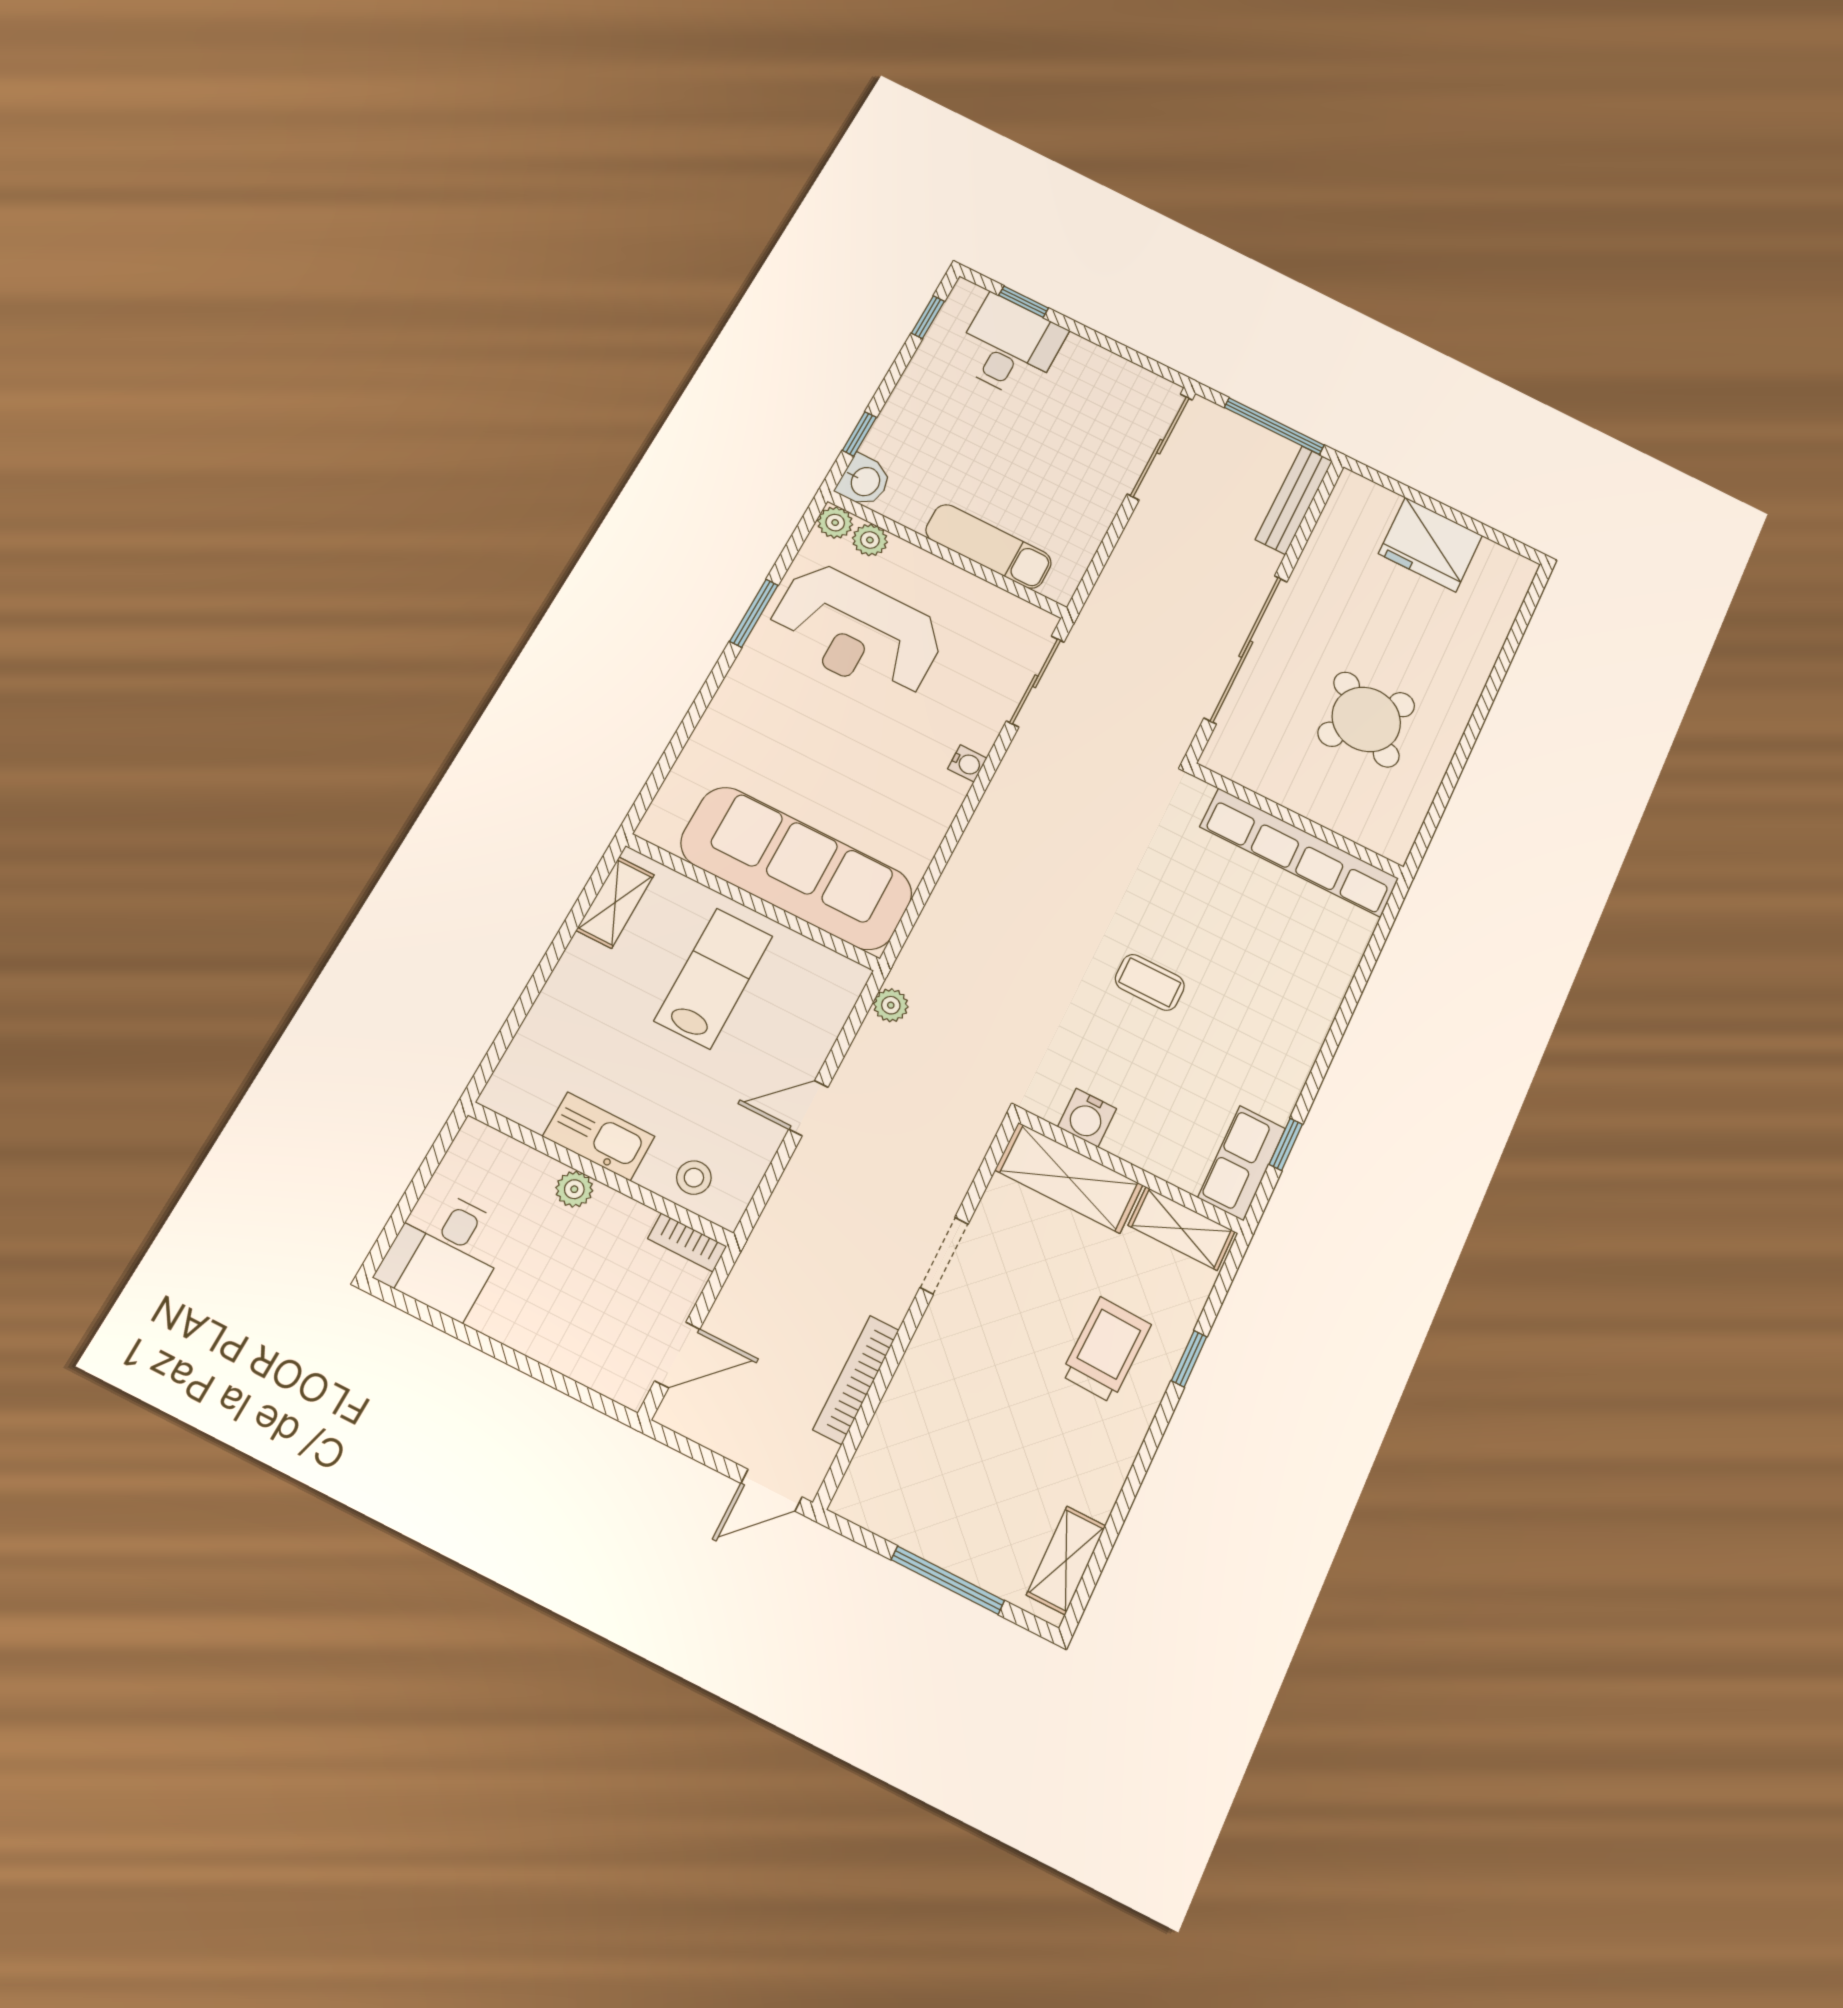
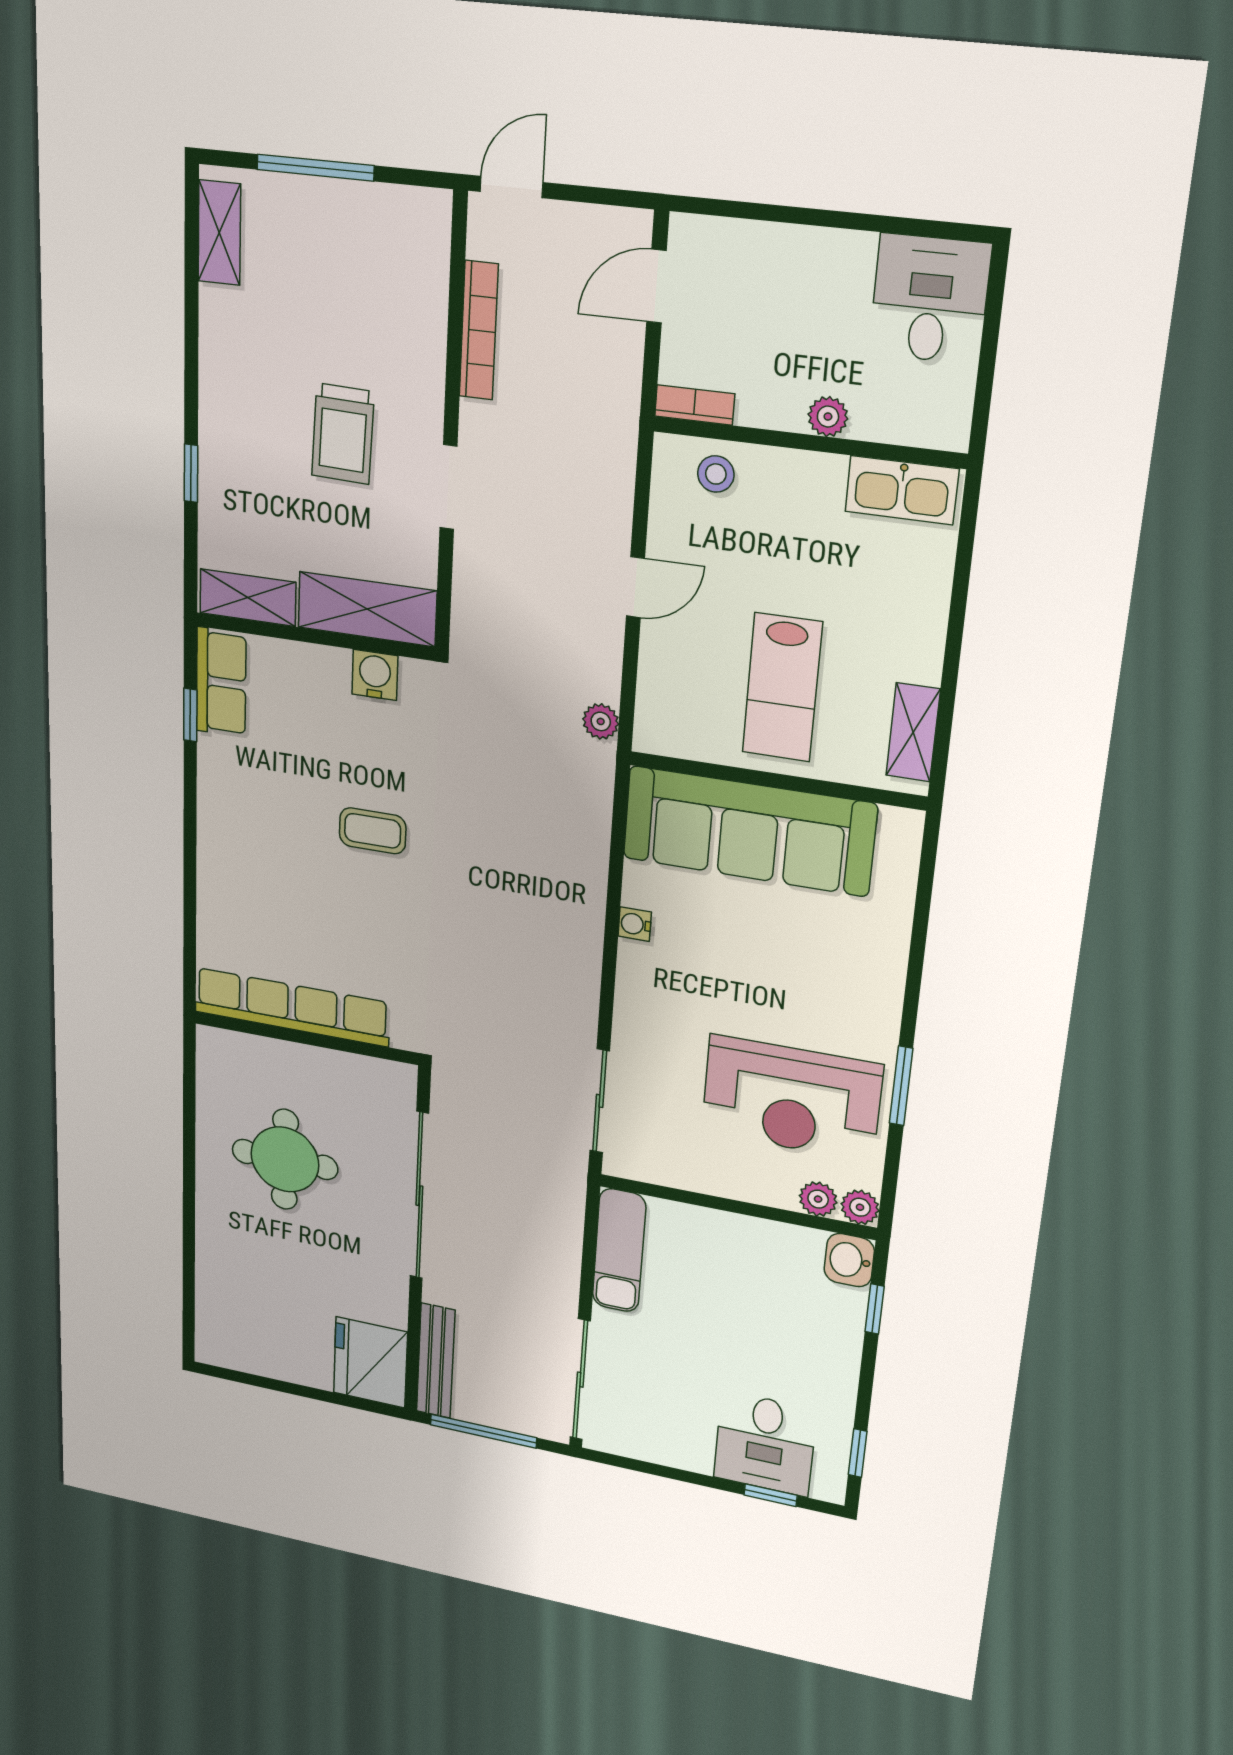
fridge: (1430, 545) -> (370, 1362), moved, turned -90
exam couch: (989, 546) -> (619, 1250), moved, turned -90
reception desk: (857, 631) -> (791, 1098), turned 180
round table: (1366, 719) -> (285, 1159), turned -38
water cooler: (967, 763) -> (635, 924), moved
kitchen sink: (599, 1136) -> (902, 490), moved
trolley: (1106, 1350) -> (343, 434), moved

